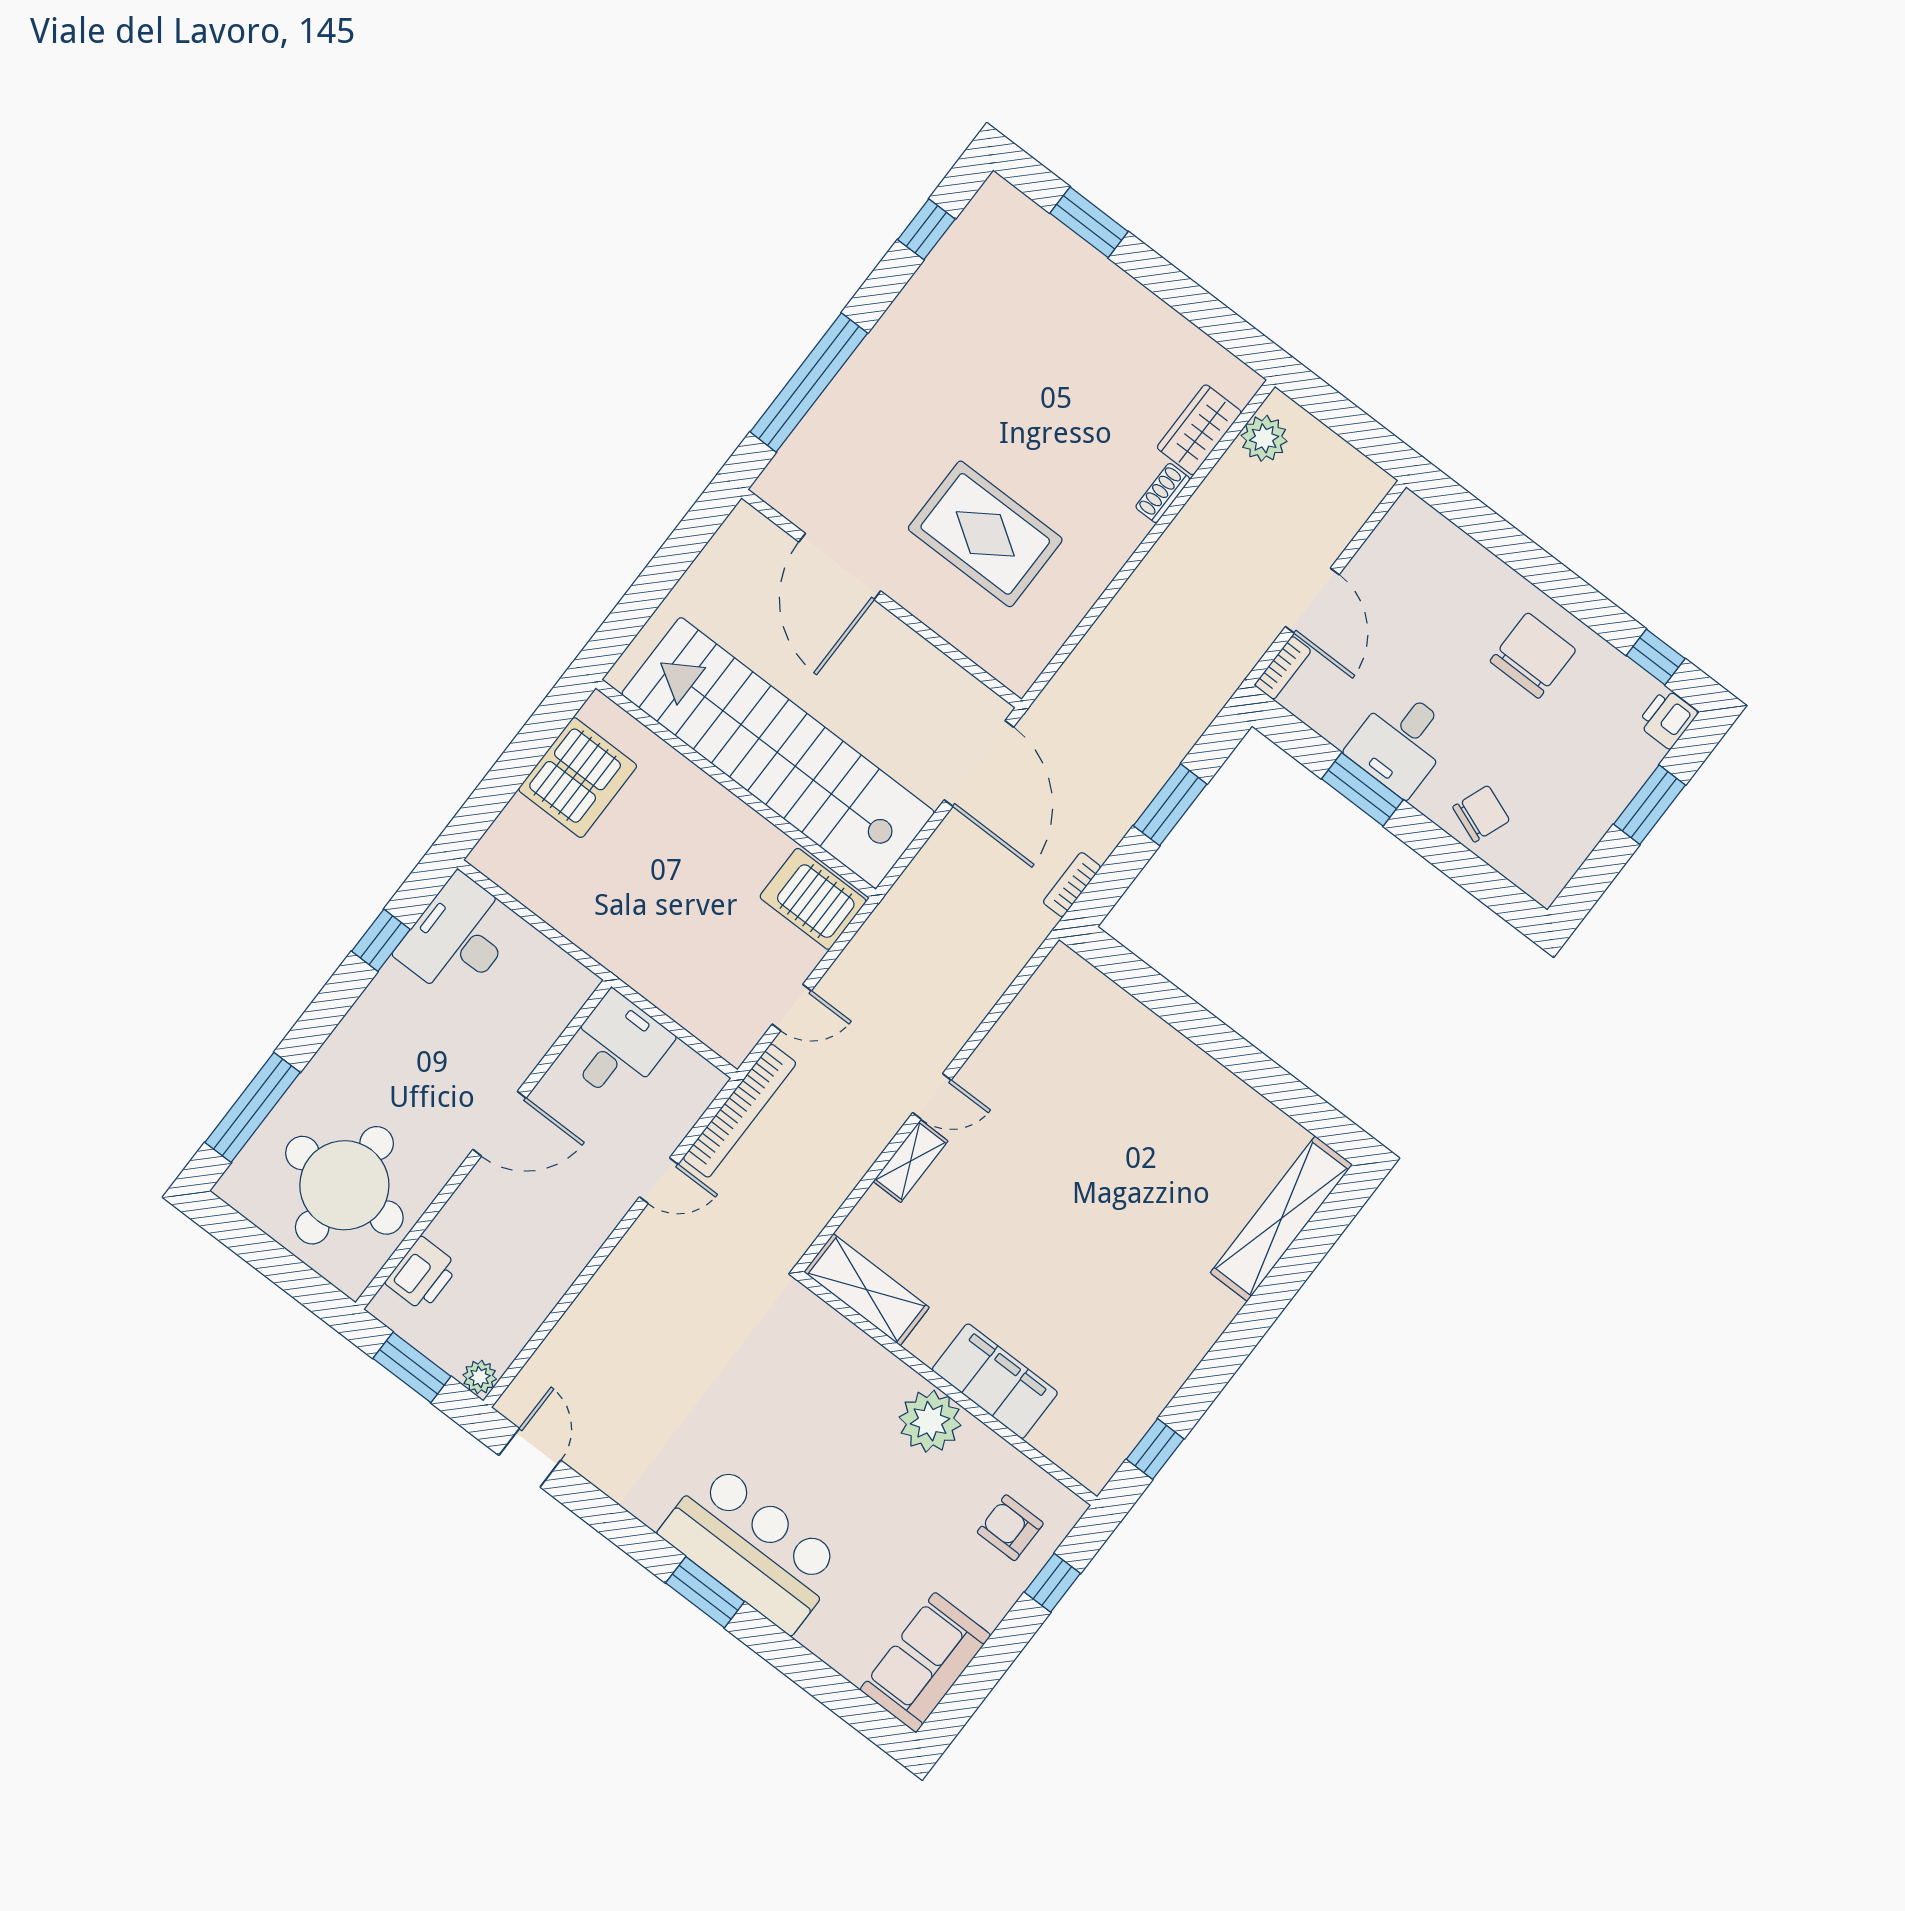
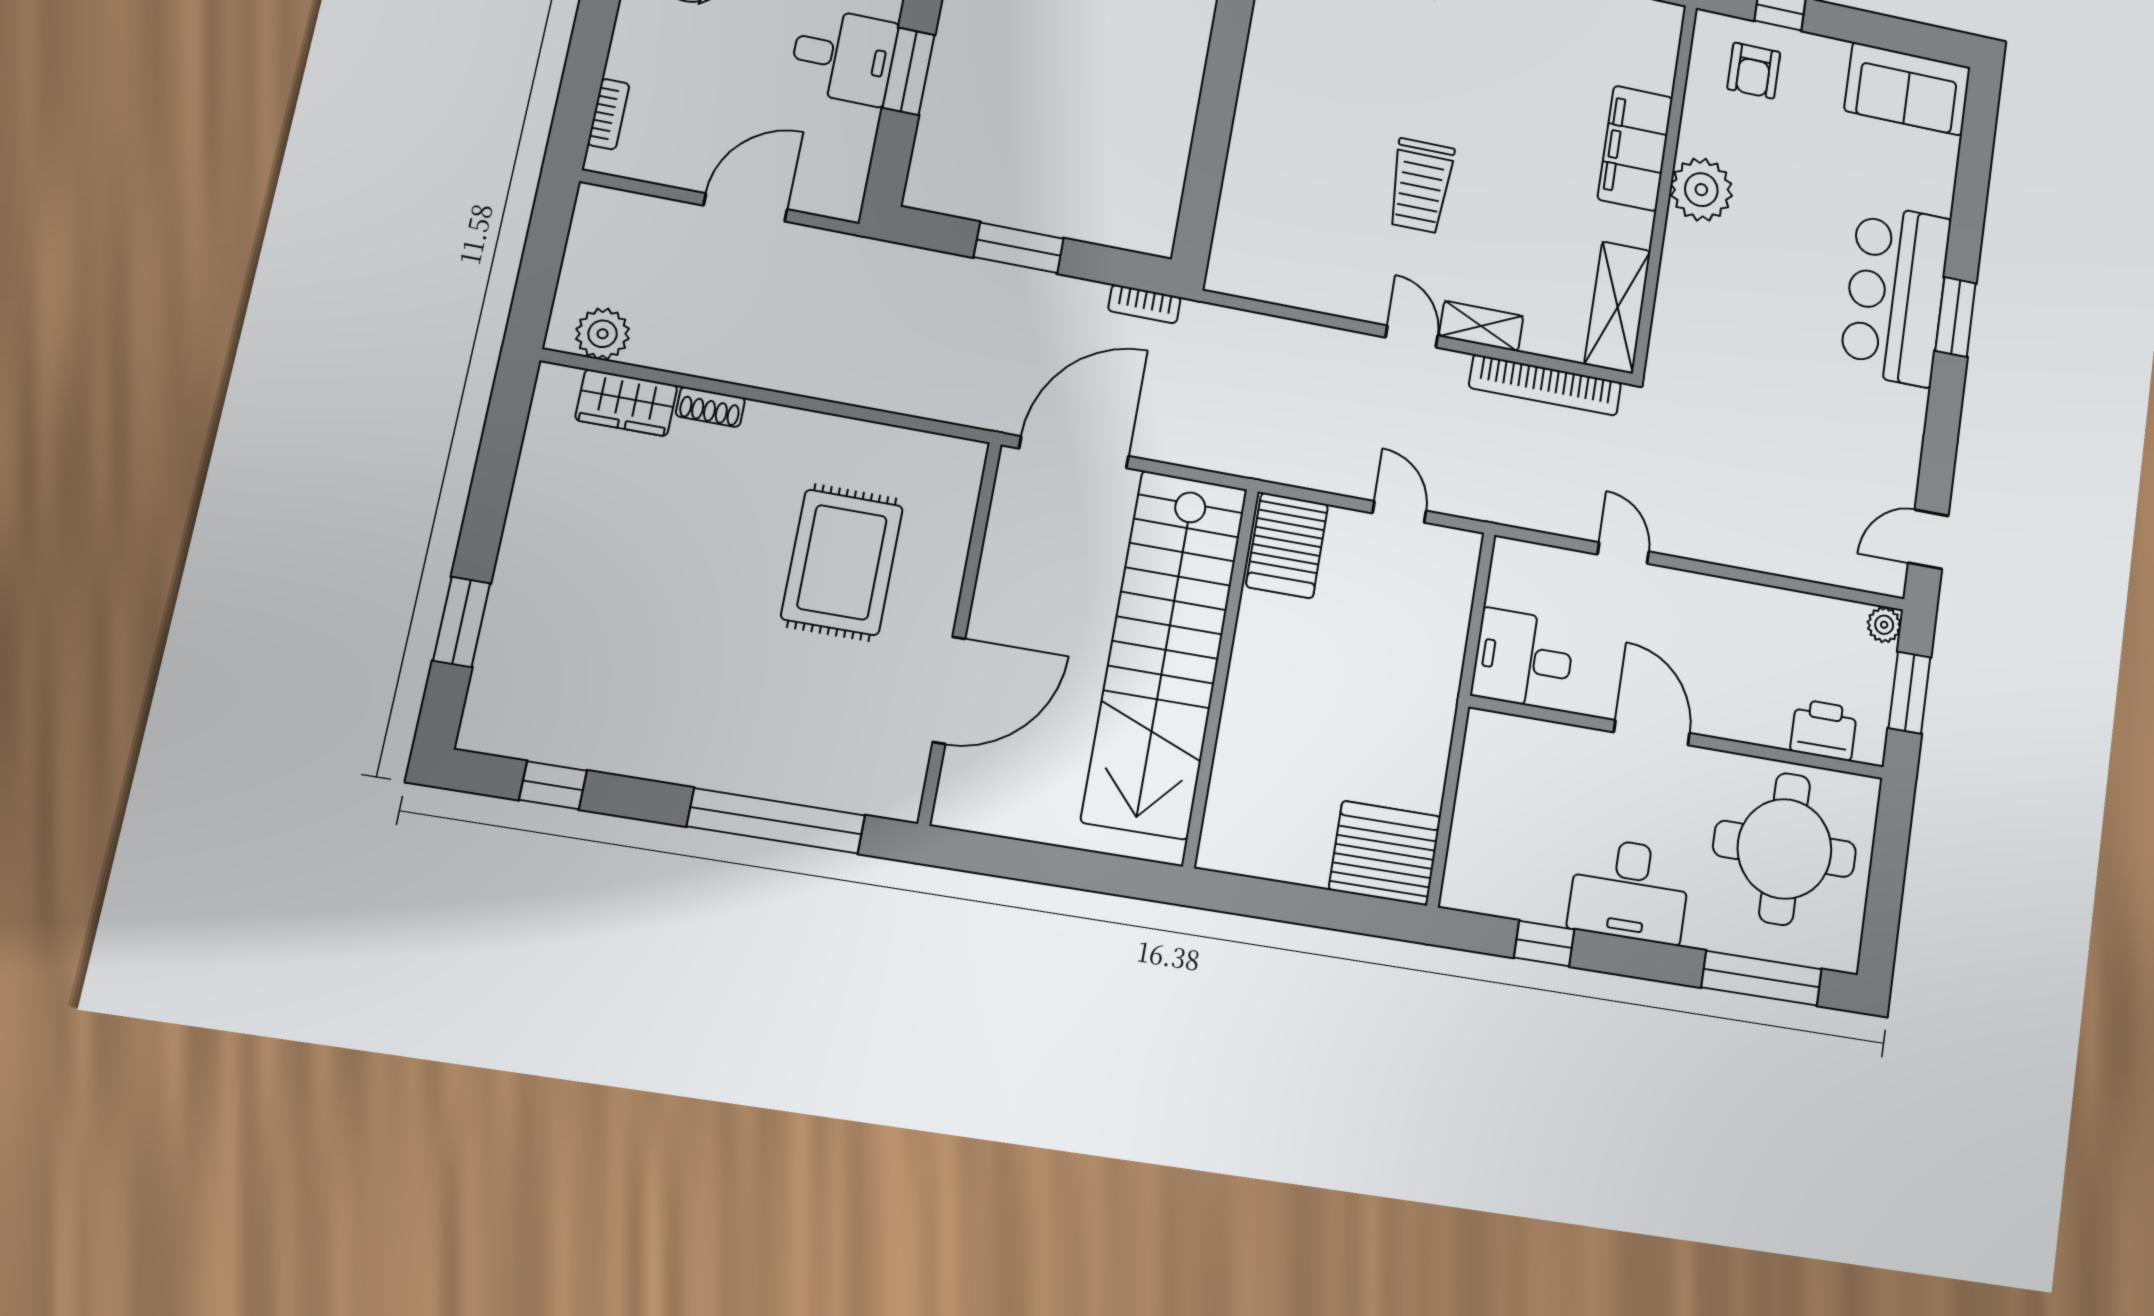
bookcase: (1283, 668) -> (608, 114), moved, turned 90
server rack: (578, 778) -> (1385, 853), moved
desk: (458, 937) -> (1629, 890), moved
bookcase: (740, 1111) -> (1545, 385), moved, turned 180
trolley: (1055, 1173) -> (1421, 186), added

